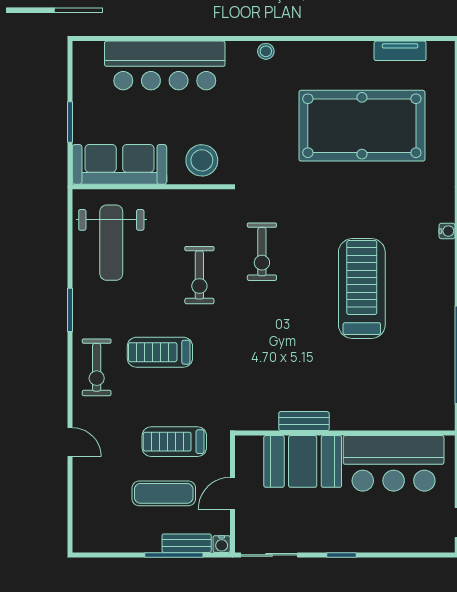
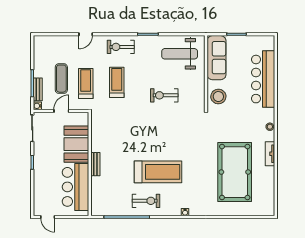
tv unit: (400, 51) -> (270, 154), moved
exercise bike: (262, 252) -> (146, 201), moved, turned 180
treadmill: (160, 352) -> (117, 82), moved
bench: (304, 421) -> (95, 164), moved
door: (233, 493) -> (61, 111), hinge flipped

